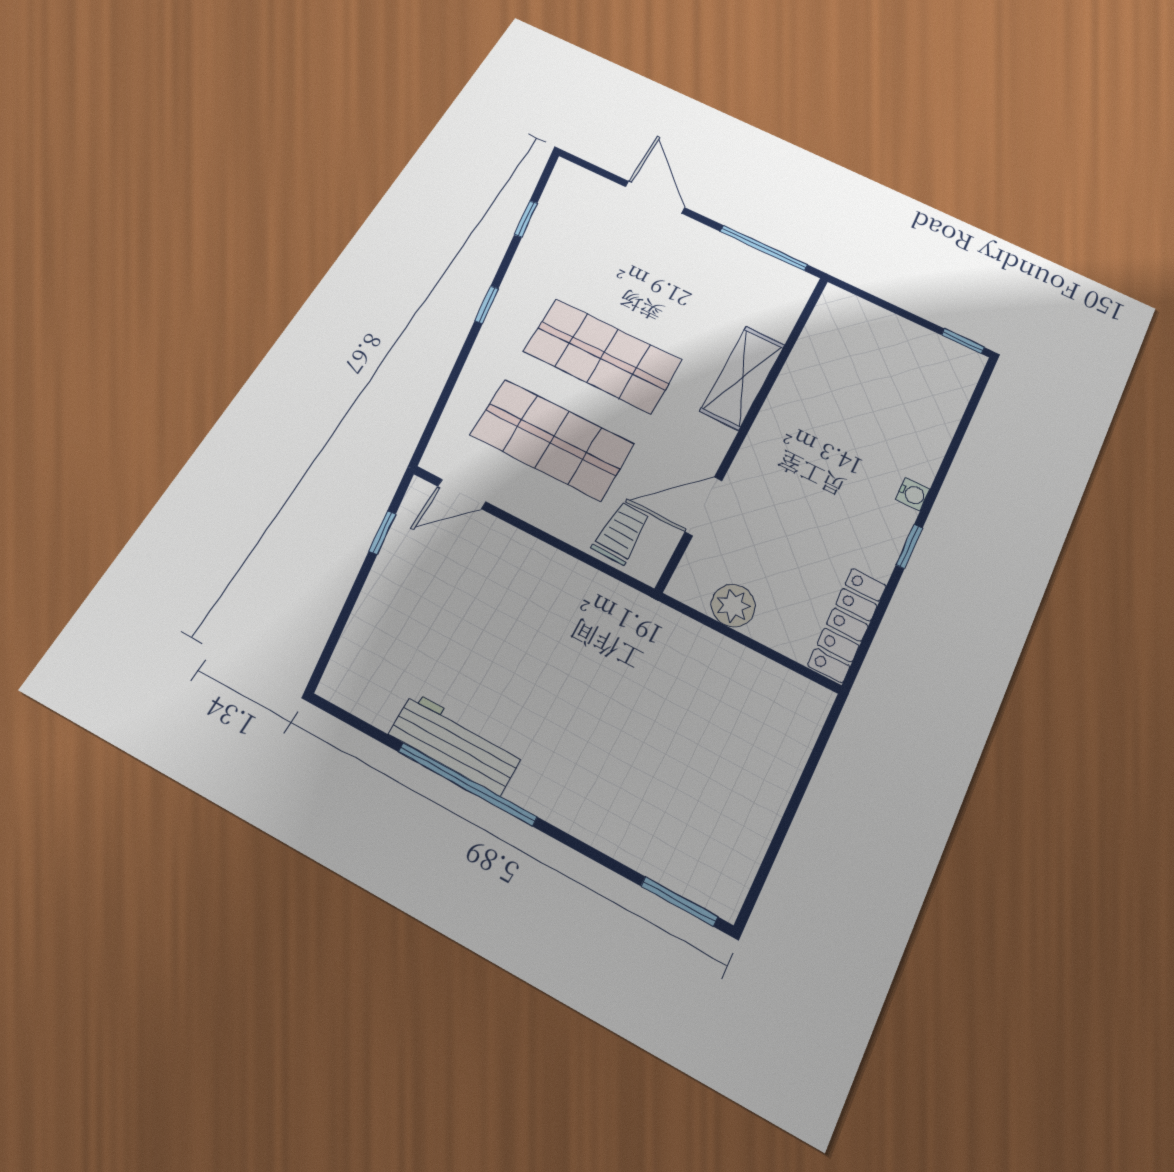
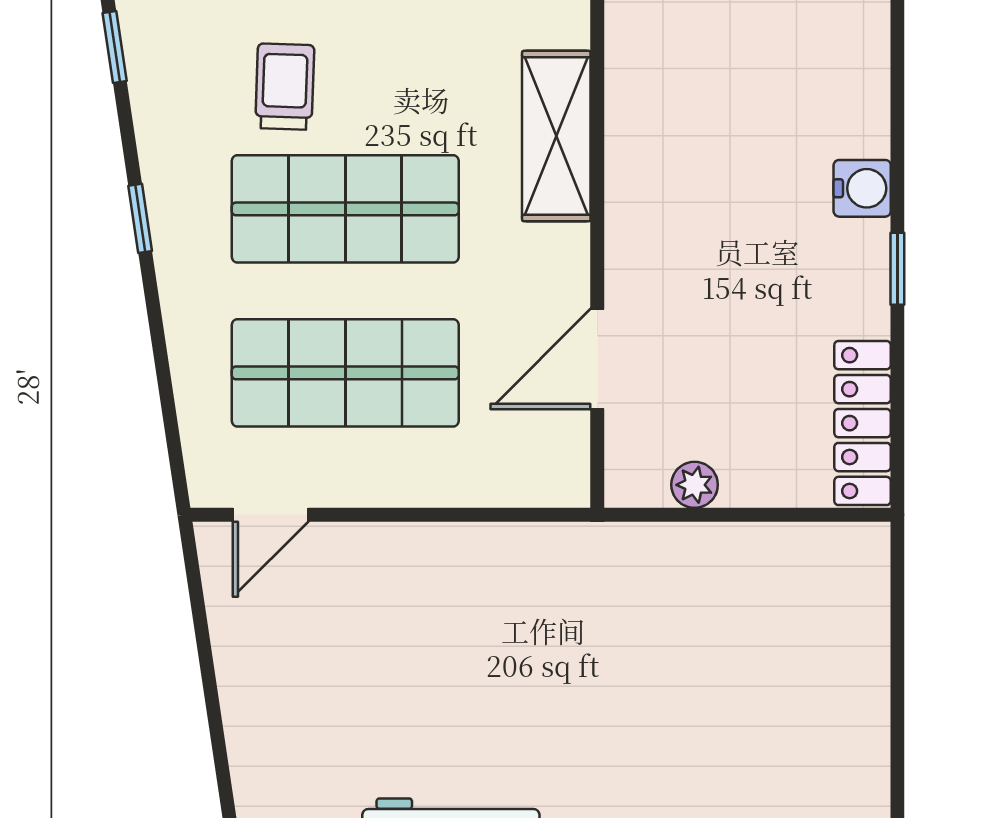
water cooler: (913, 494) -> (862, 188), width x1.38, depth x1.38
window: (382, 533) -> (200, 622), removed
trolley: (621, 533) -> (285, 87), moved
plant: (733, 606) -> (695, 485), width x0.73, depth x0.73

